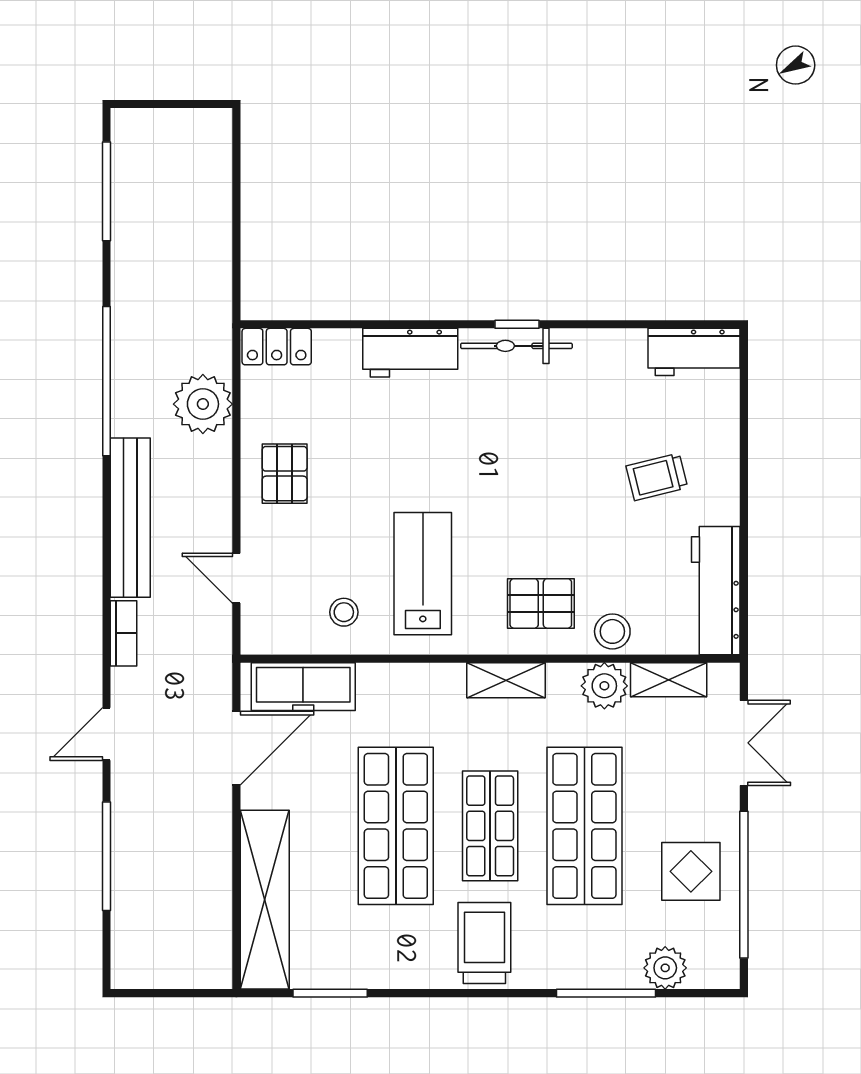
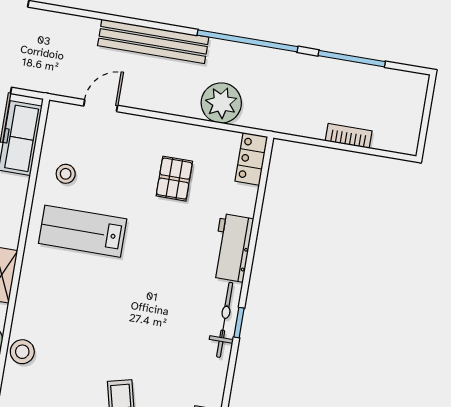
window: (107, 191) -> (352, 59), moved
pallet: (285, 474) -> (174, 179), moved, turned 90
lab bench: (423, 574) -> (83, 231), turned 180
pallet: (541, 603) -> (49, 307), removed
bookcase: (124, 633) -> (349, 136), moved, turned 180

